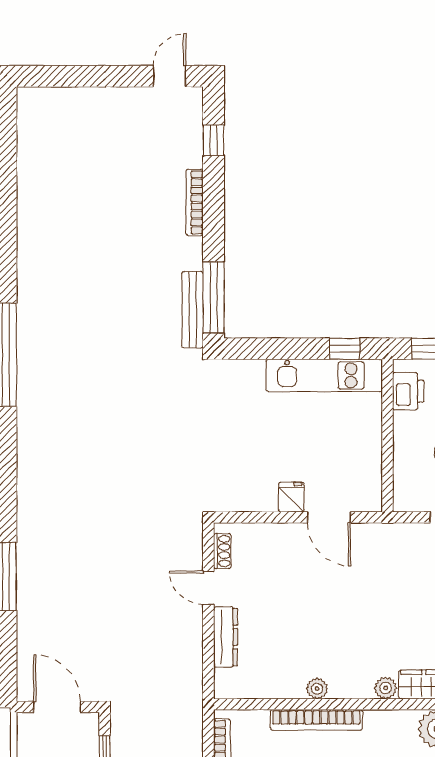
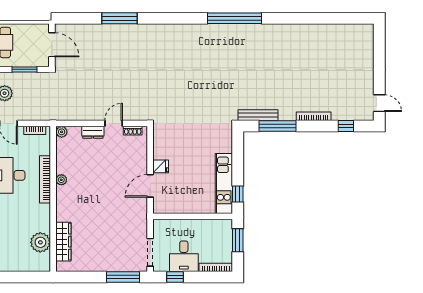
window: (214, 297) -> (277, 126), moved
printer: (408, 391) -> (216, 227), removed
dresser: (225, 637) -> (93, 132), width x0.70
plant: (386, 688) -> (62, 132), moved
door: (57, 707) -> (52, 45), hinge flipped

